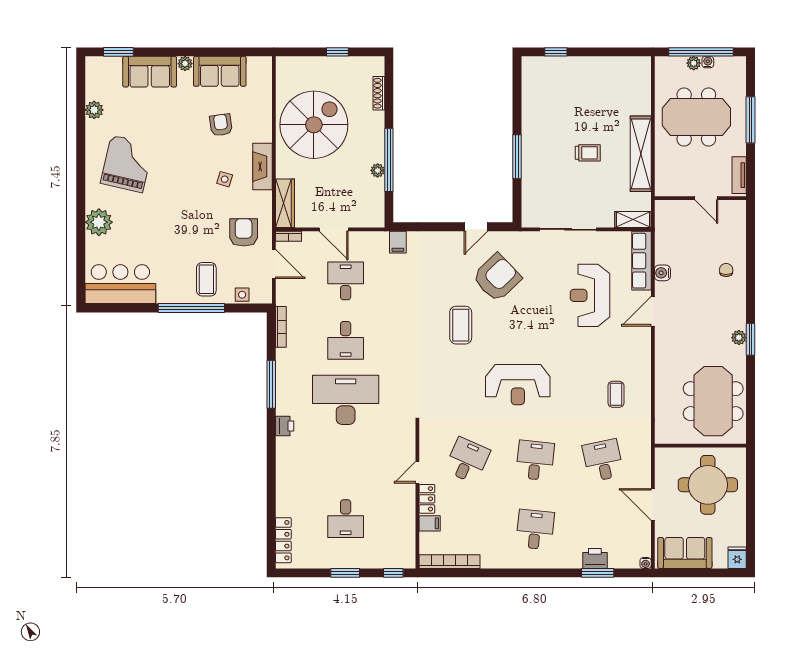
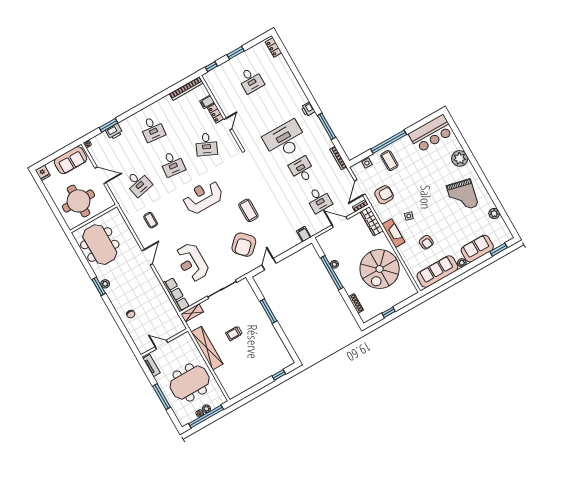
sofa: (220, 71) -> (437, 272), width x1.36
armchair: (244, 232) -> (384, 195), turned -90
door: (274, 264) -> (360, 188), hinge flipped
water cooler: (662, 273) -> (162, 294), removed
reception desk: (590, 295) -> (192, 262), turned 180
door: (653, 311) -> (147, 257), moved
desk: (346, 400) -> (285, 140), turned 180
desk: (346, 519) -> (251, 80), turned 180
locker: (283, 540) -> (274, 47), width x0.66

